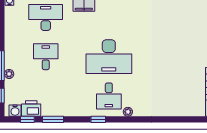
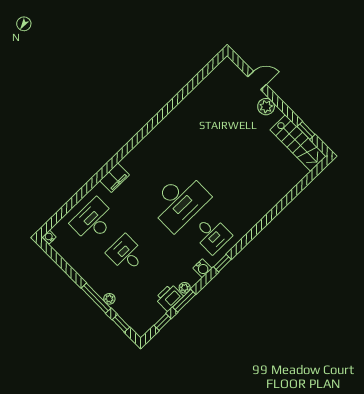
printer: (31, 109) -> (169, 297), moved
water cooler: (15, 111) -> (202, 268), moved
plant: (128, 112) -> (185, 288), moved

